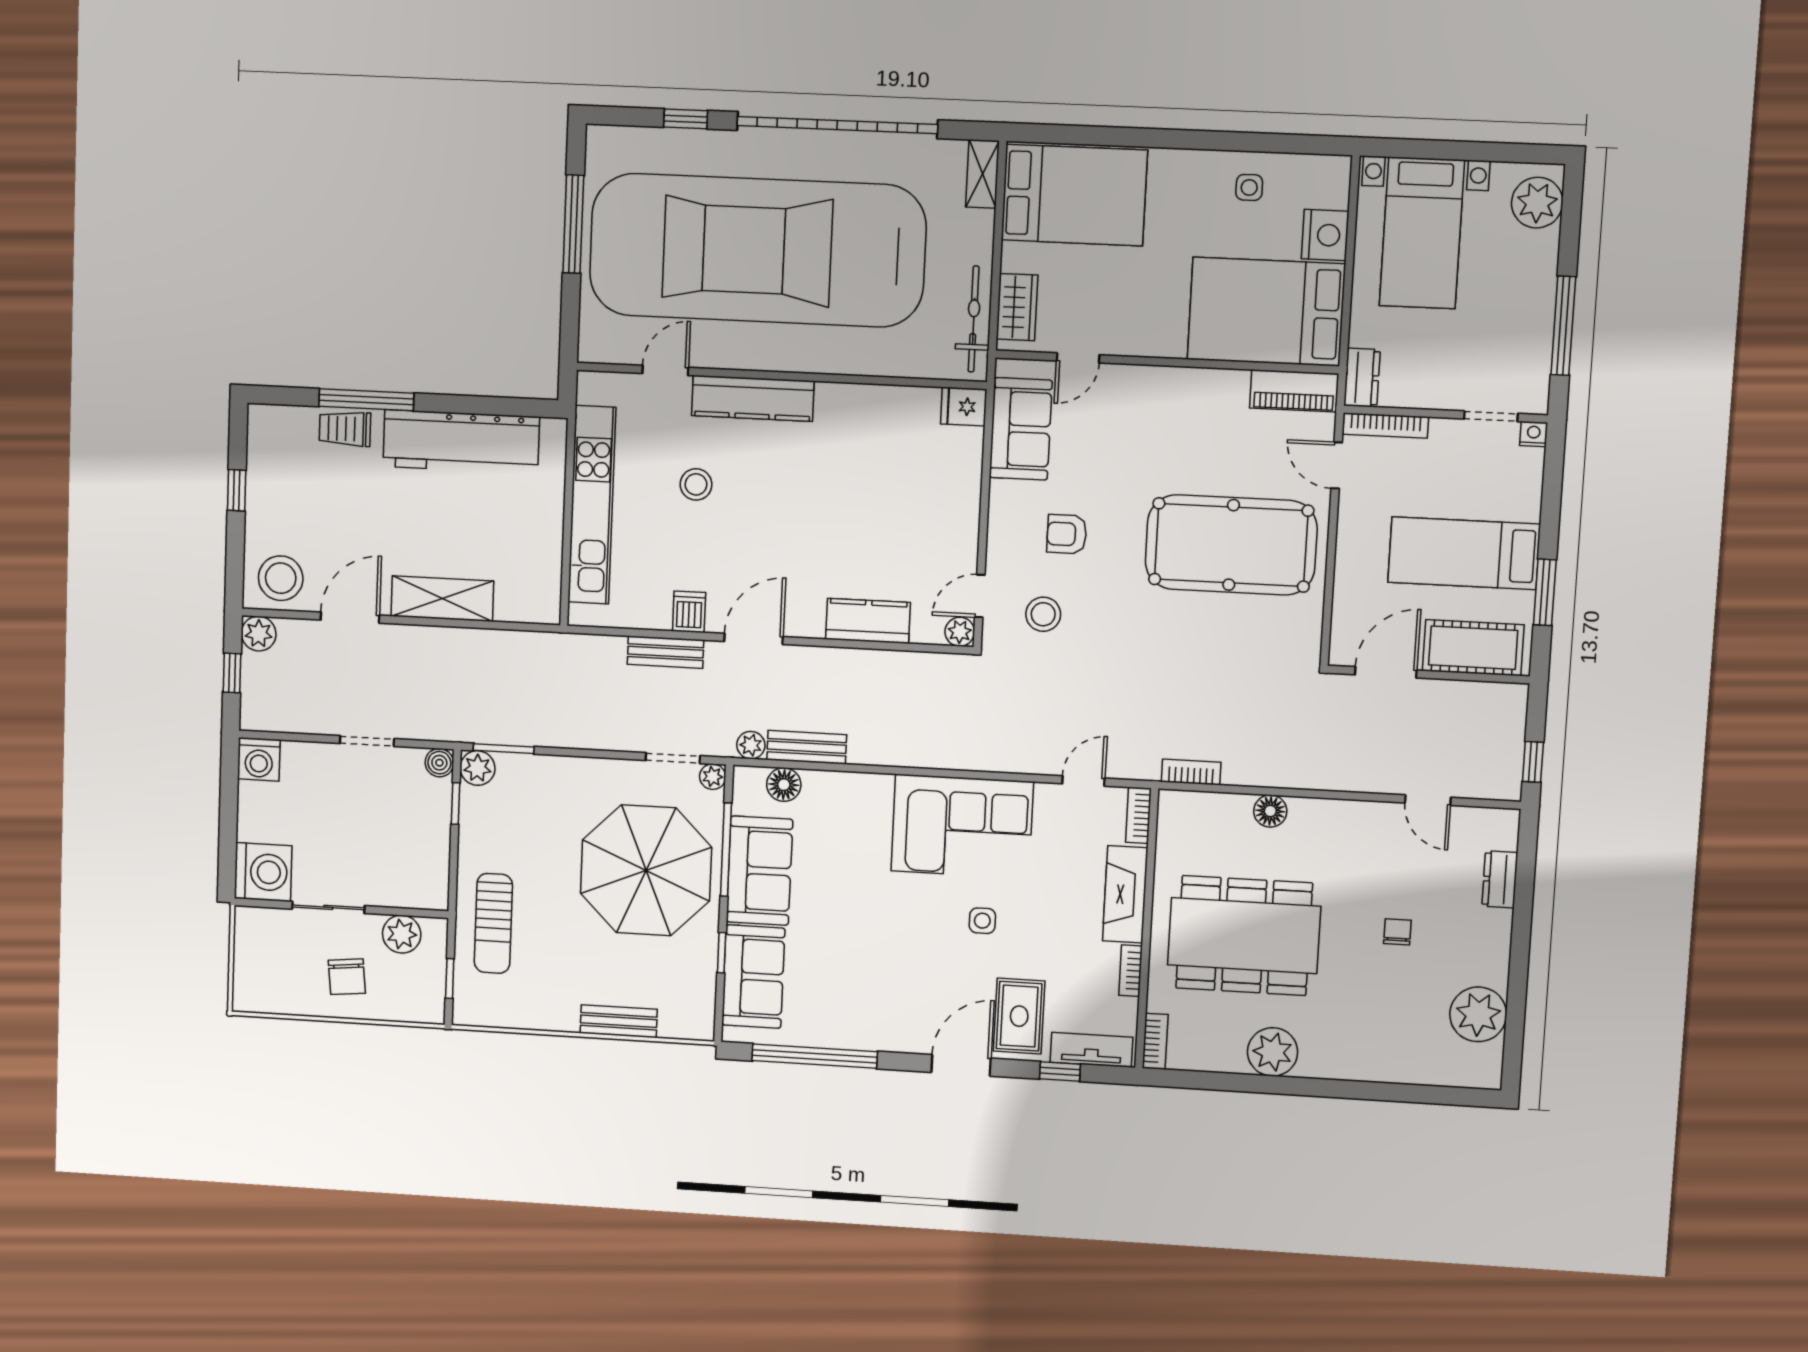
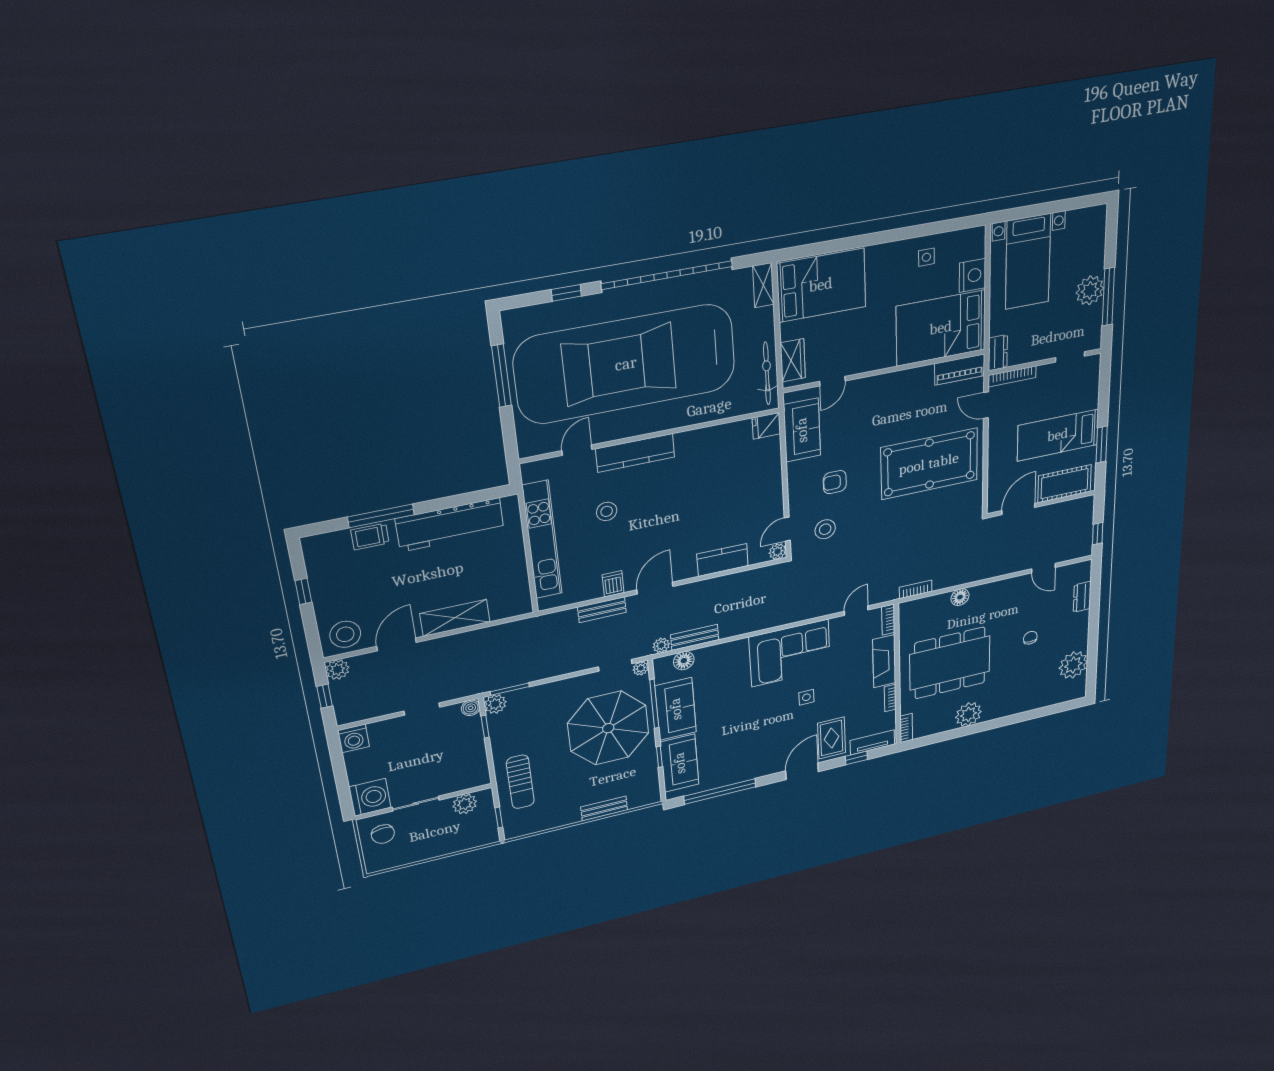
plant: (1537, 203) -> (1090, 290), moved
nightstand: (1534, 434) -> (1094, 361), removed
chair: (347, 977) -> (383, 834), moved

